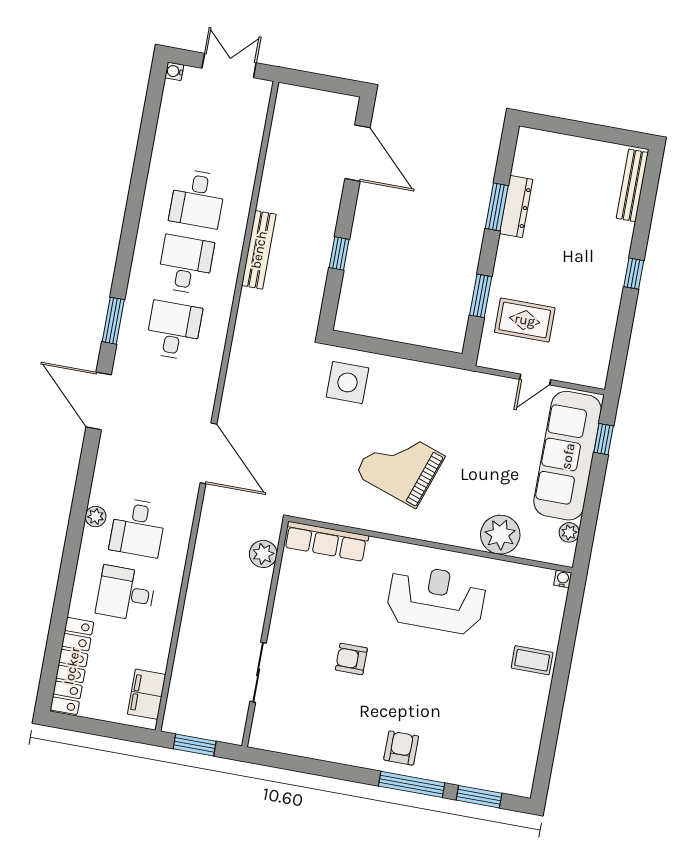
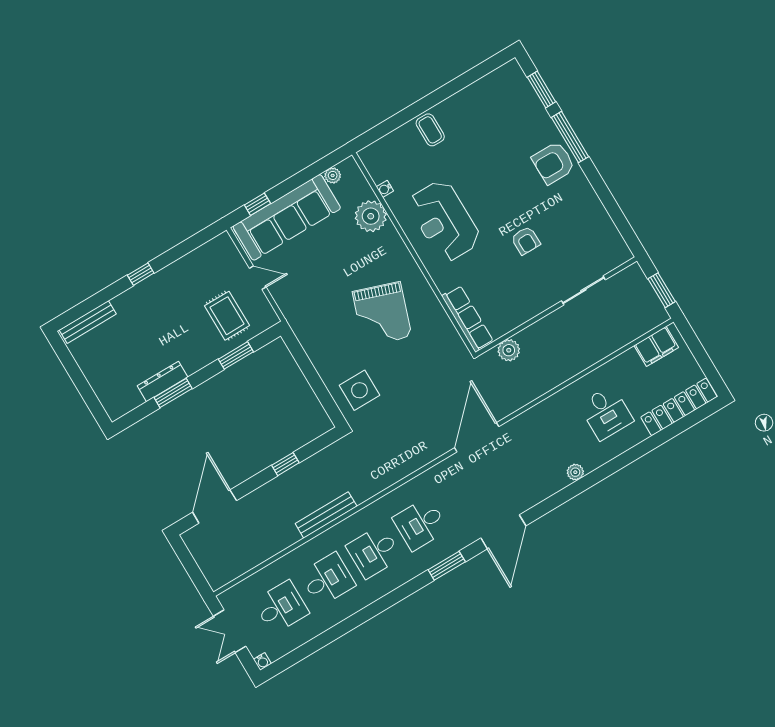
desk: (138, 528) -> (281, 607), moved
water cooler: (563, 579) -> (385, 189), moved
armchair: (401, 748) -> (553, 163), width x1.38, depth x1.38

